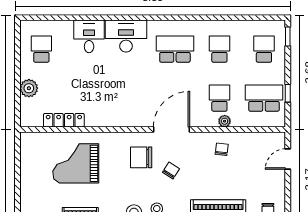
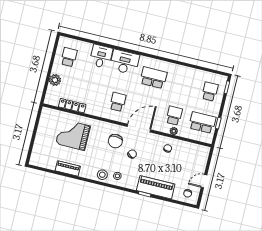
school desk: (219, 49) -> (118, 102), moved
chair: (141, 157) -> (115, 141), turned -86
door: (288, 159) -> (204, 181), moved

